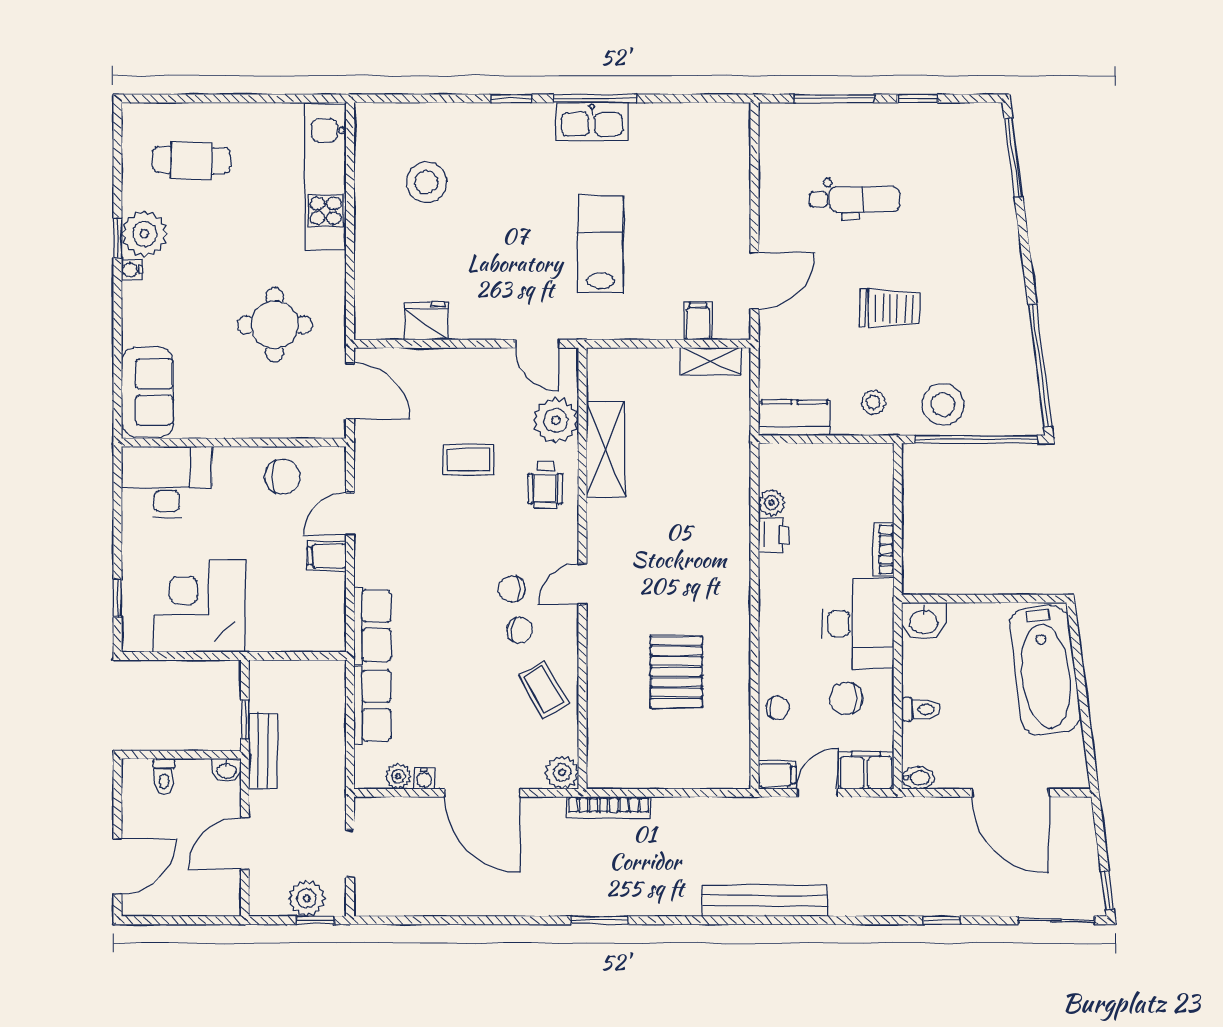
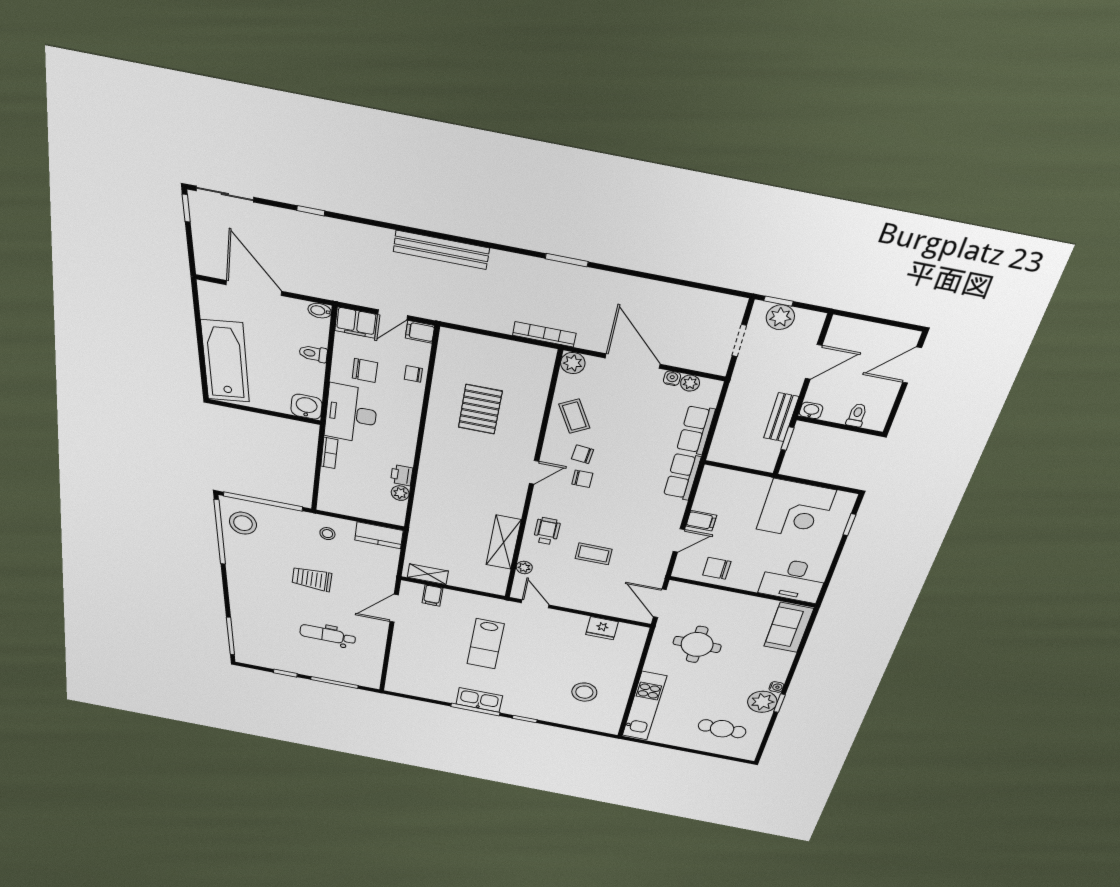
stool: (943, 404) -> (243, 523), moved
plant: (556, 420) -> (524, 567), width x0.53, depth x0.53

